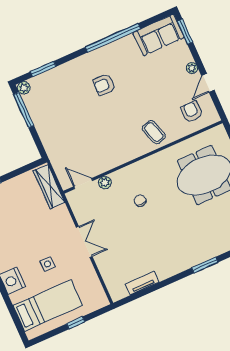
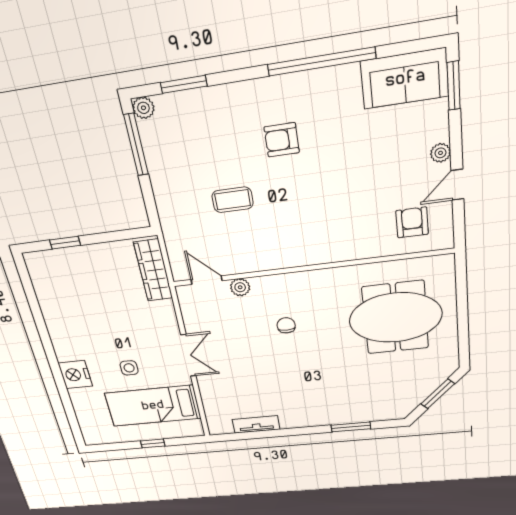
coffee table: (154, 132) -> (233, 200), moved, turned -72
bed: (48, 305) -> (153, 406), moved, turned 180

